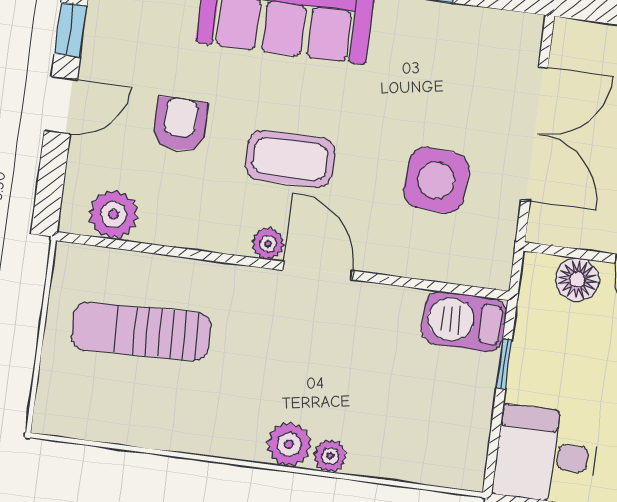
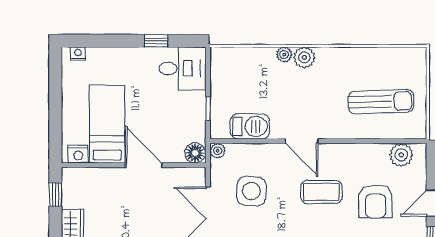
armchair: (180, 125) -> (375, 201), width x1.38, depth x1.38
plant: (268, 244) -> (218, 151), moved
floor lamp: (577, 280) -> (195, 153), moved
barbecue: (464, 321) -> (250, 126), moved

